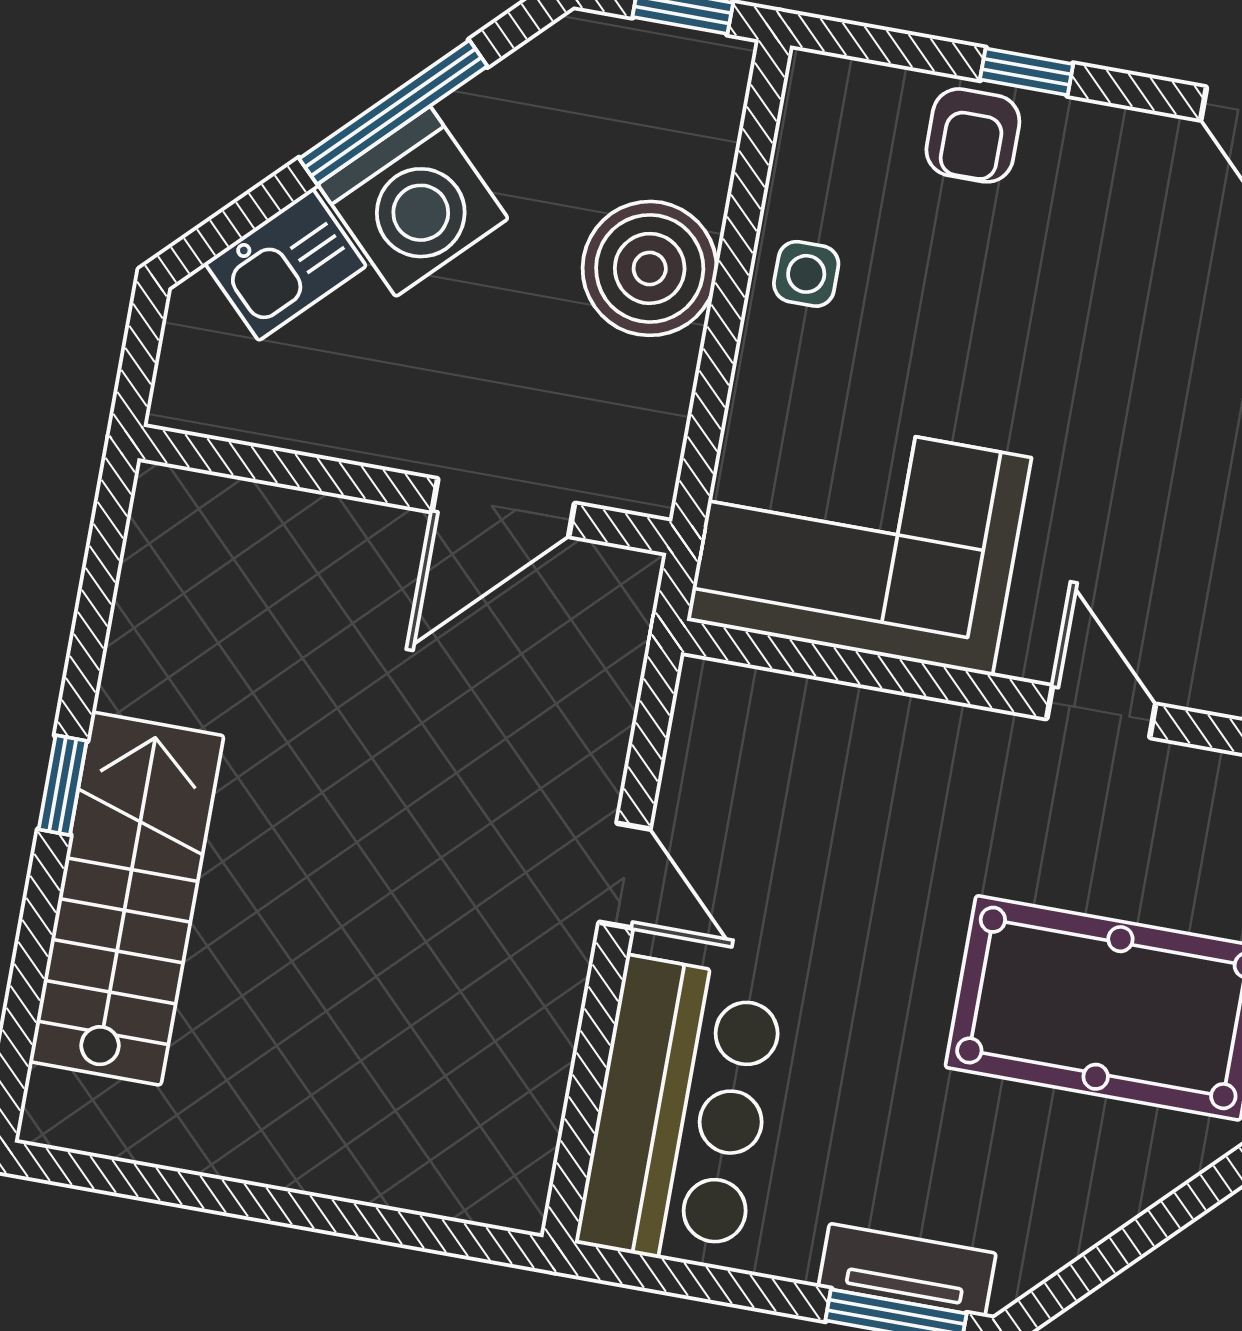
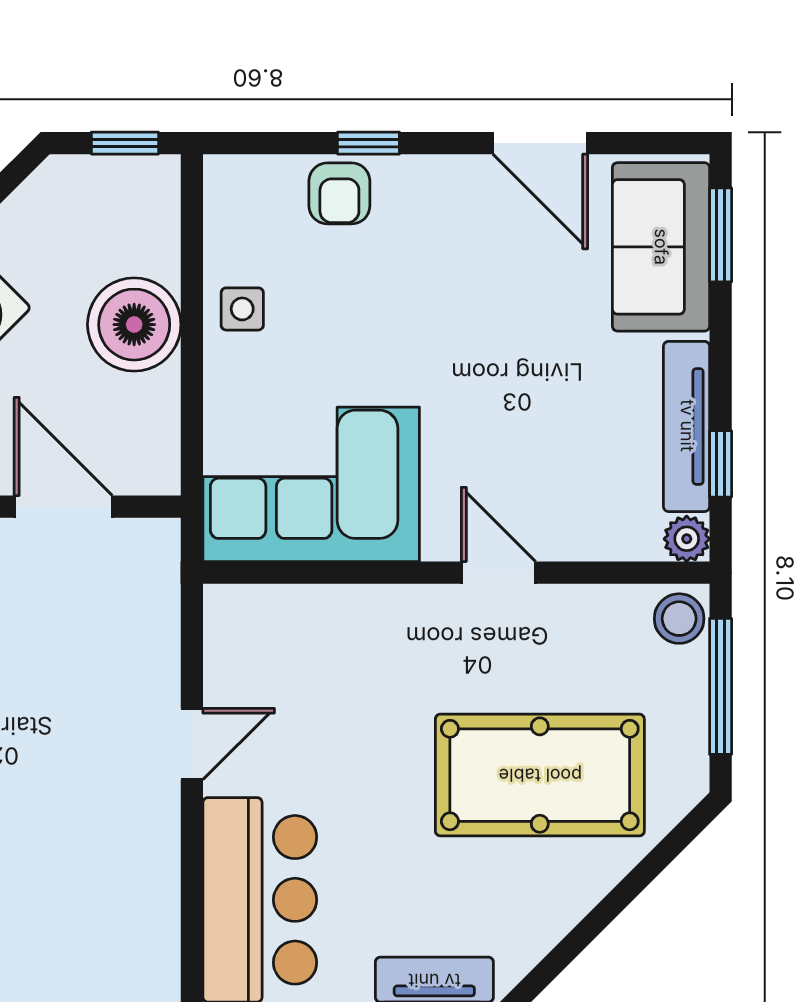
door: (503, 508) -> (63, 507), swing flipped
door: (625, 876) -> (192, 744), hinge flipped

